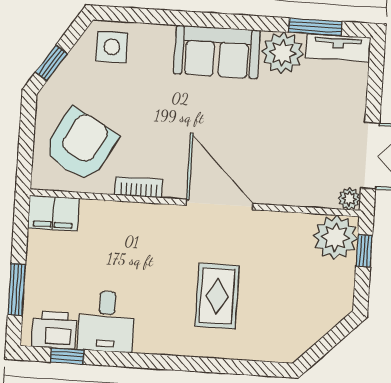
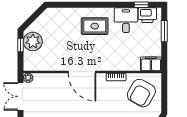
plant: (336, 237) -> (33, 41), moved
window: (364, 251) -> (20, 45), moved
rug: (217, 296) -> (95, 26), moved, turned 90

